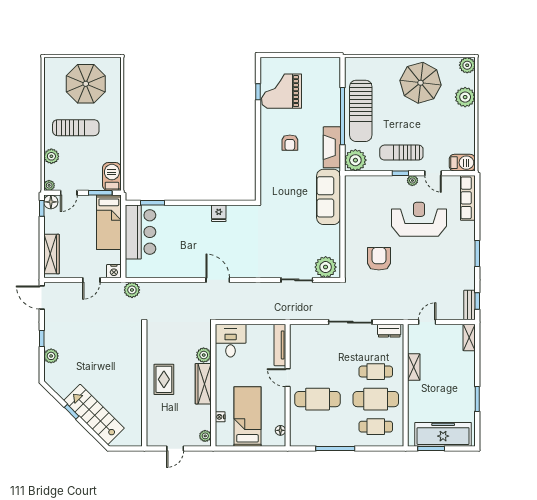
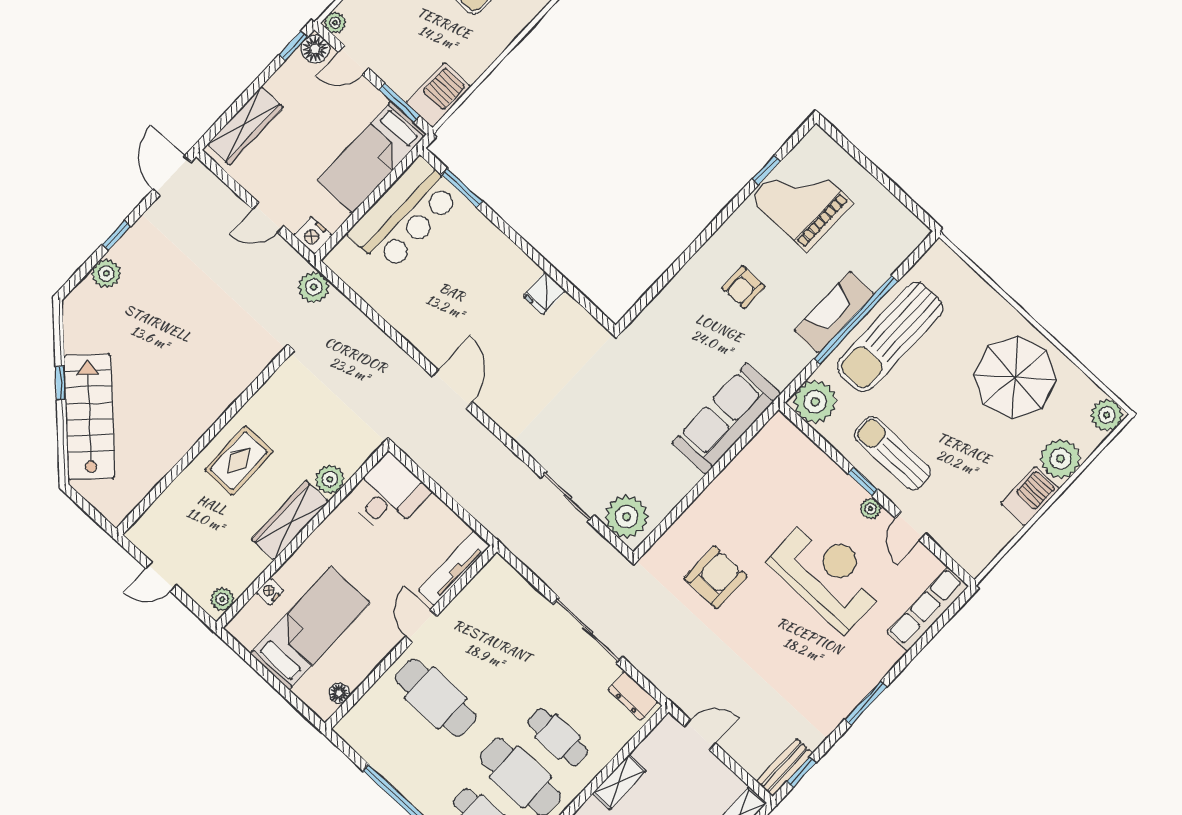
fireplace: (332, 147) -> (834, 312), moved
barbecue: (462, 163) -> (1030, 496), moved, turned -90

